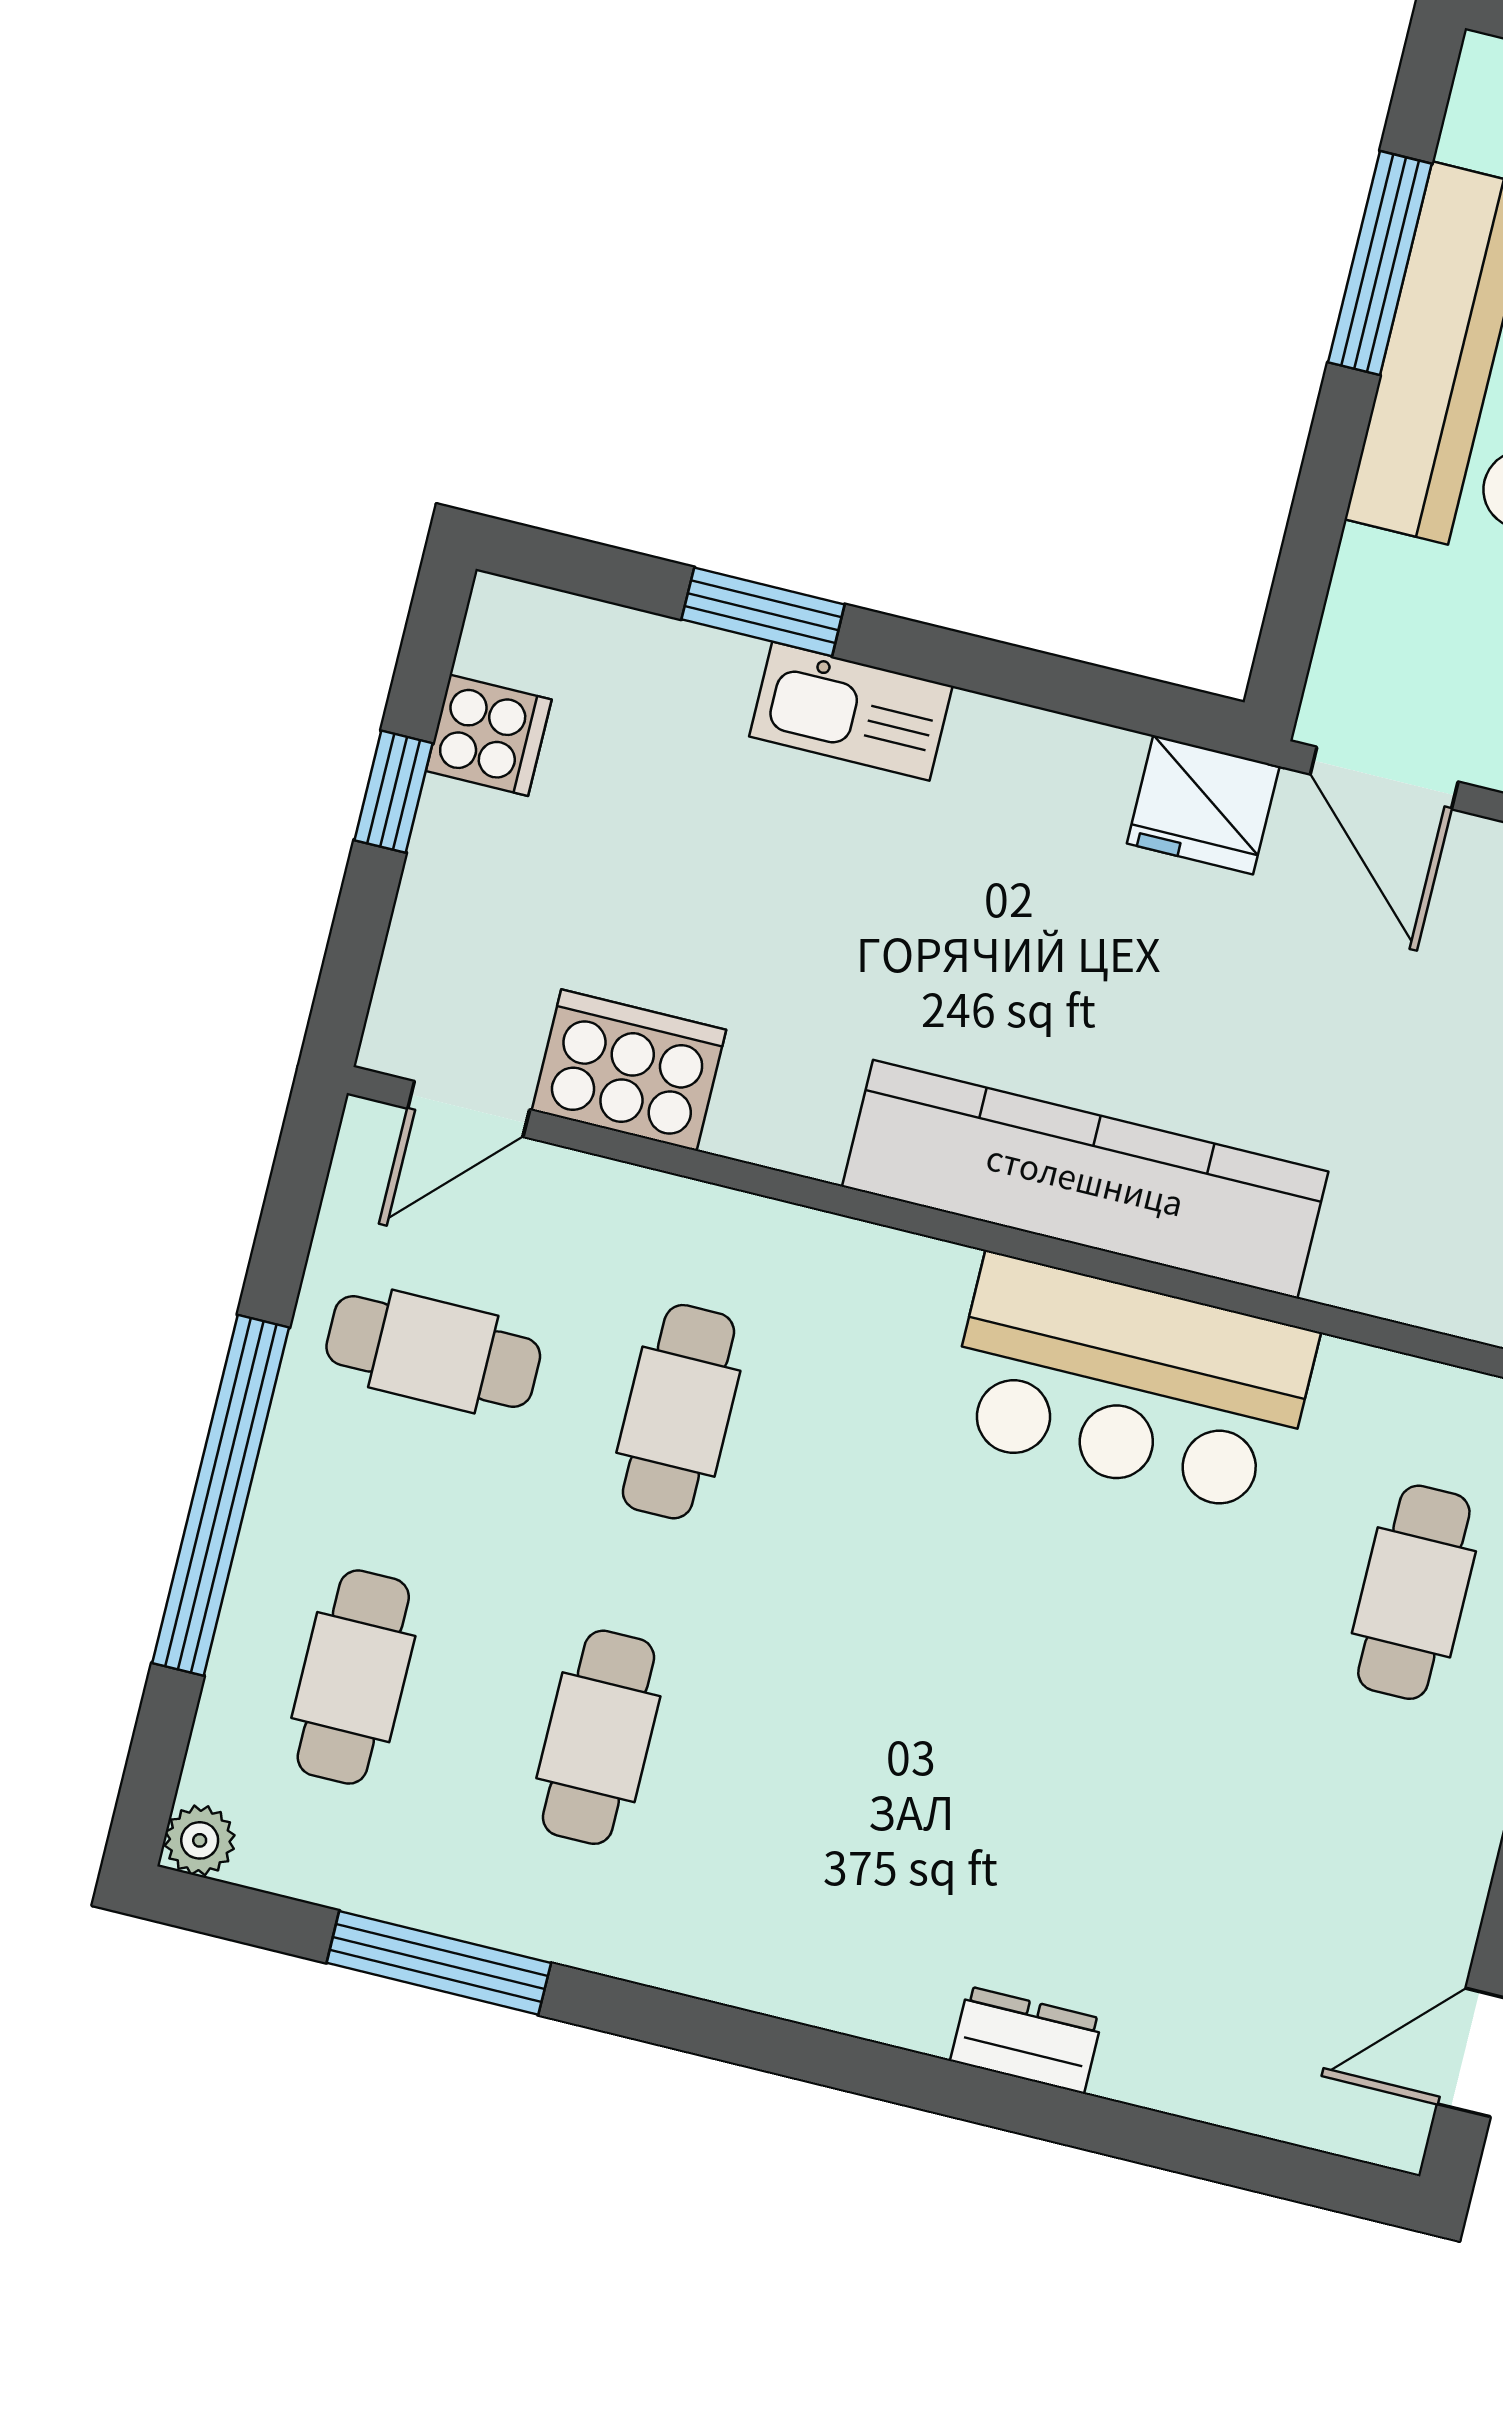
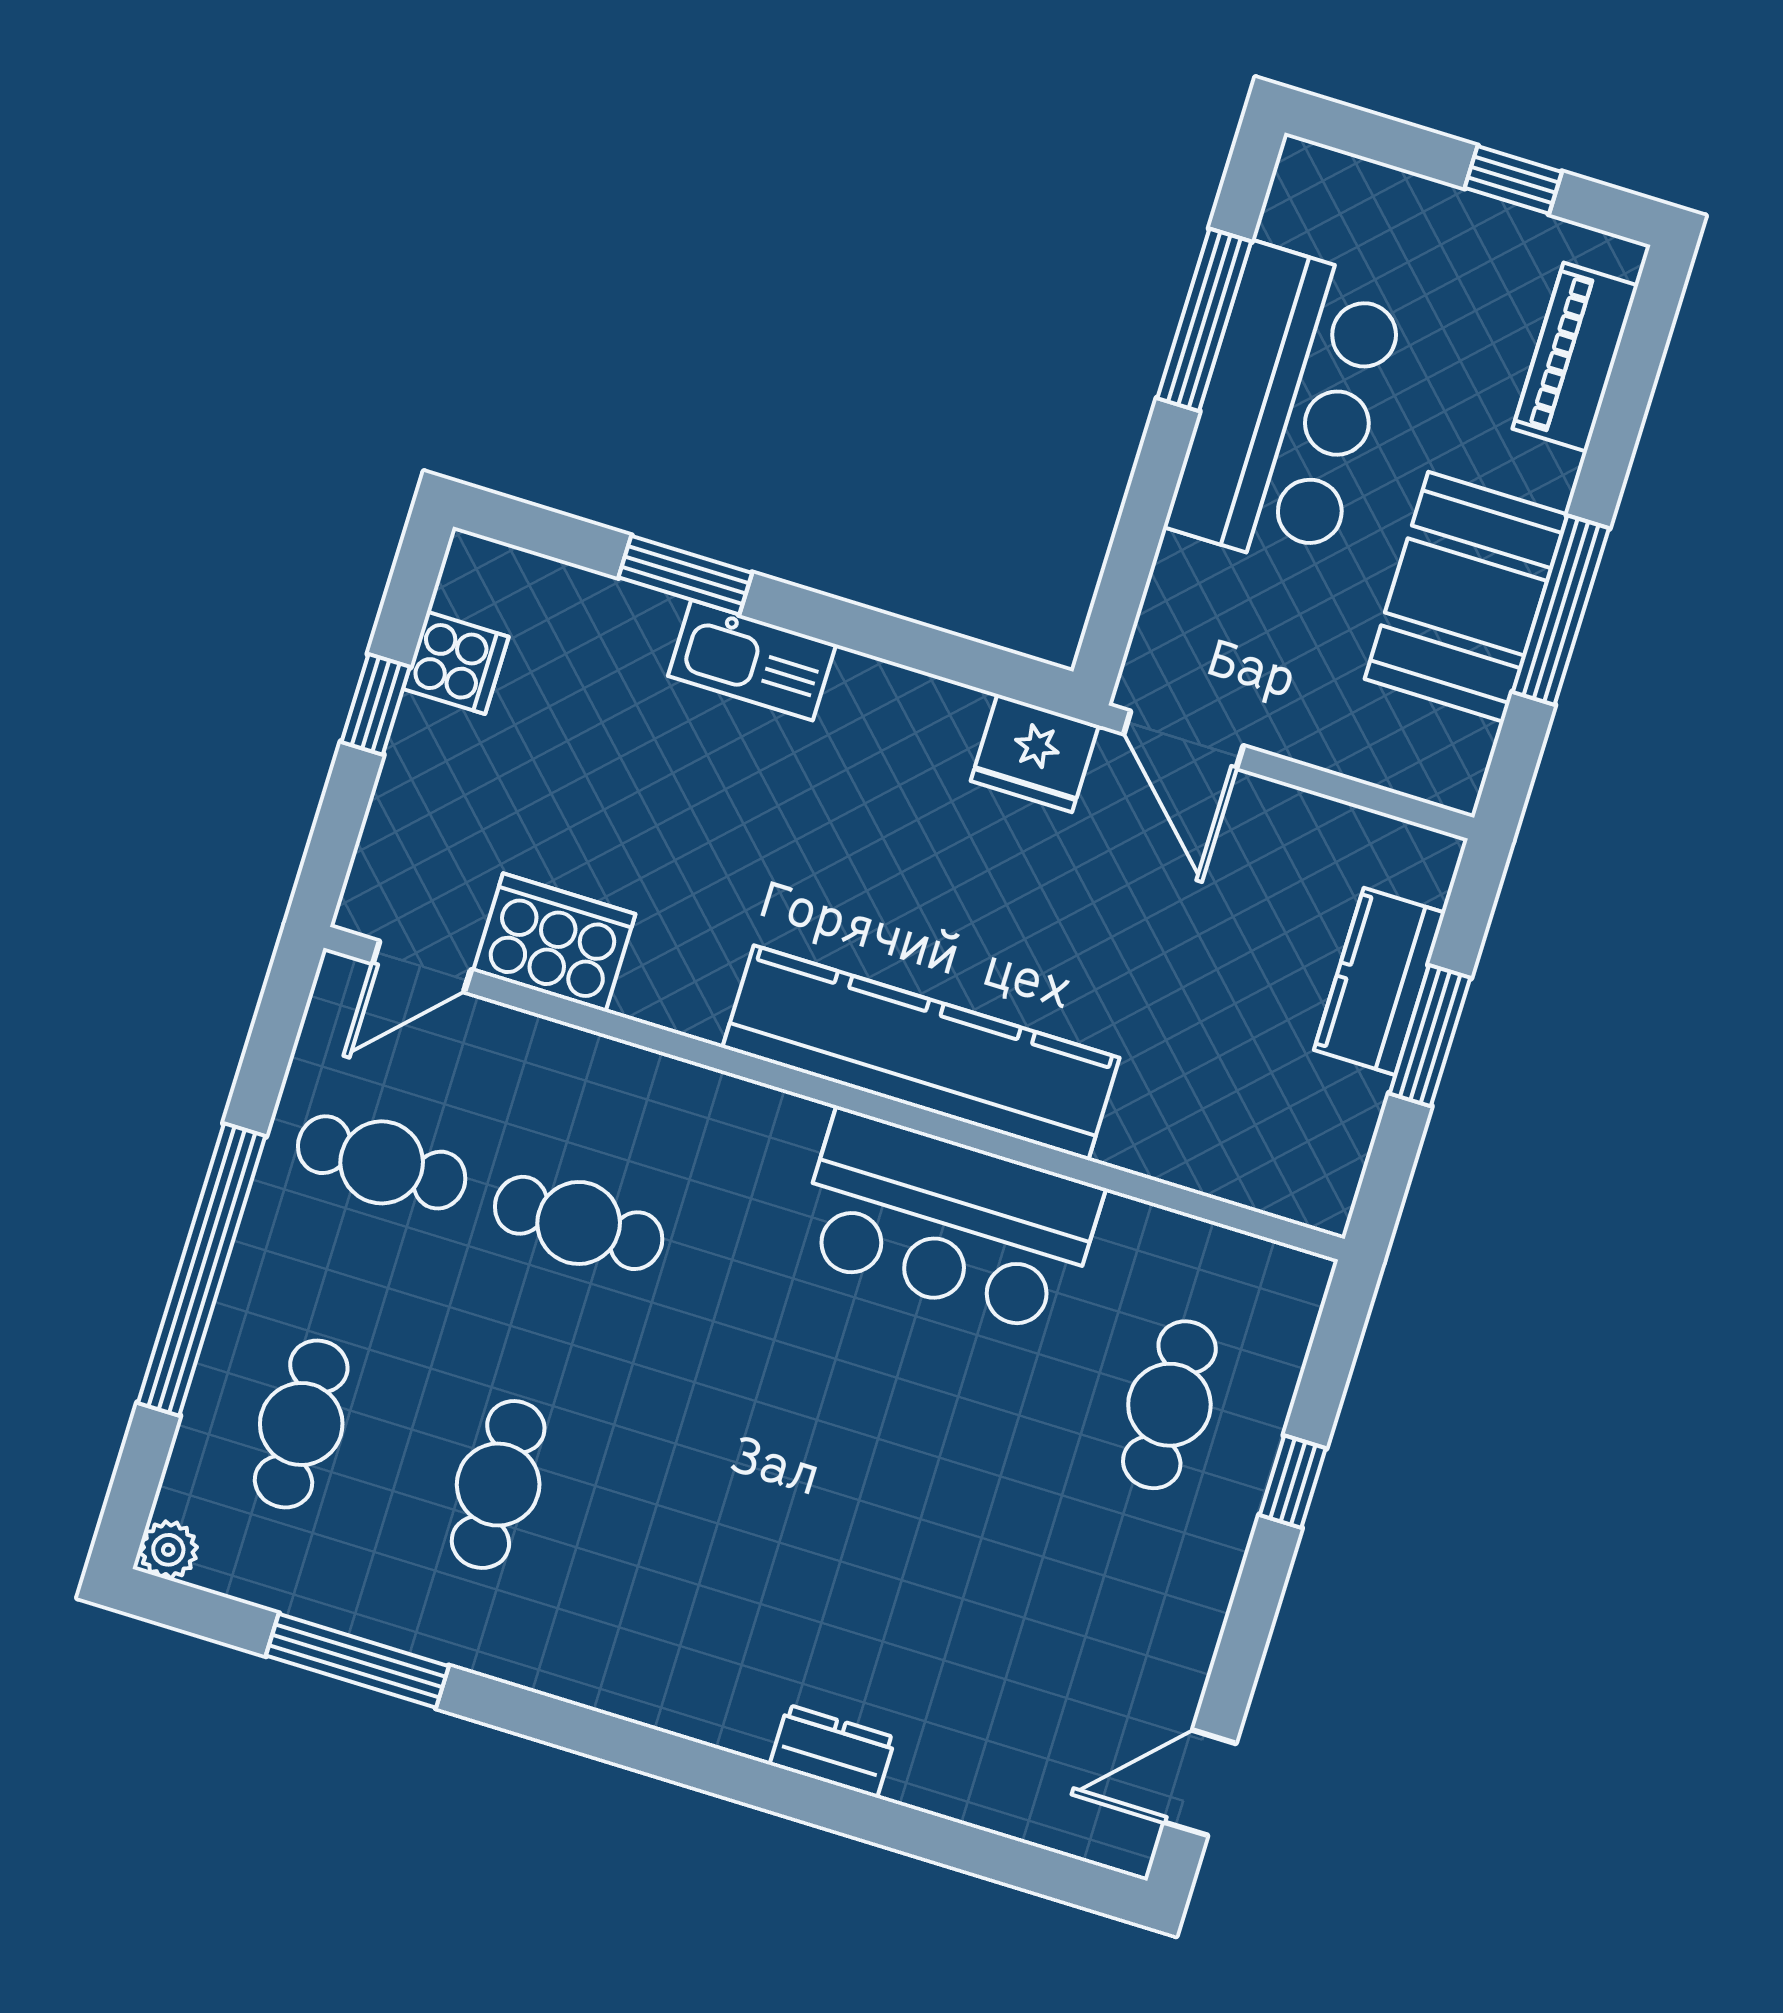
cafe table: (678, 1412) -> (579, 1223), turned 90

